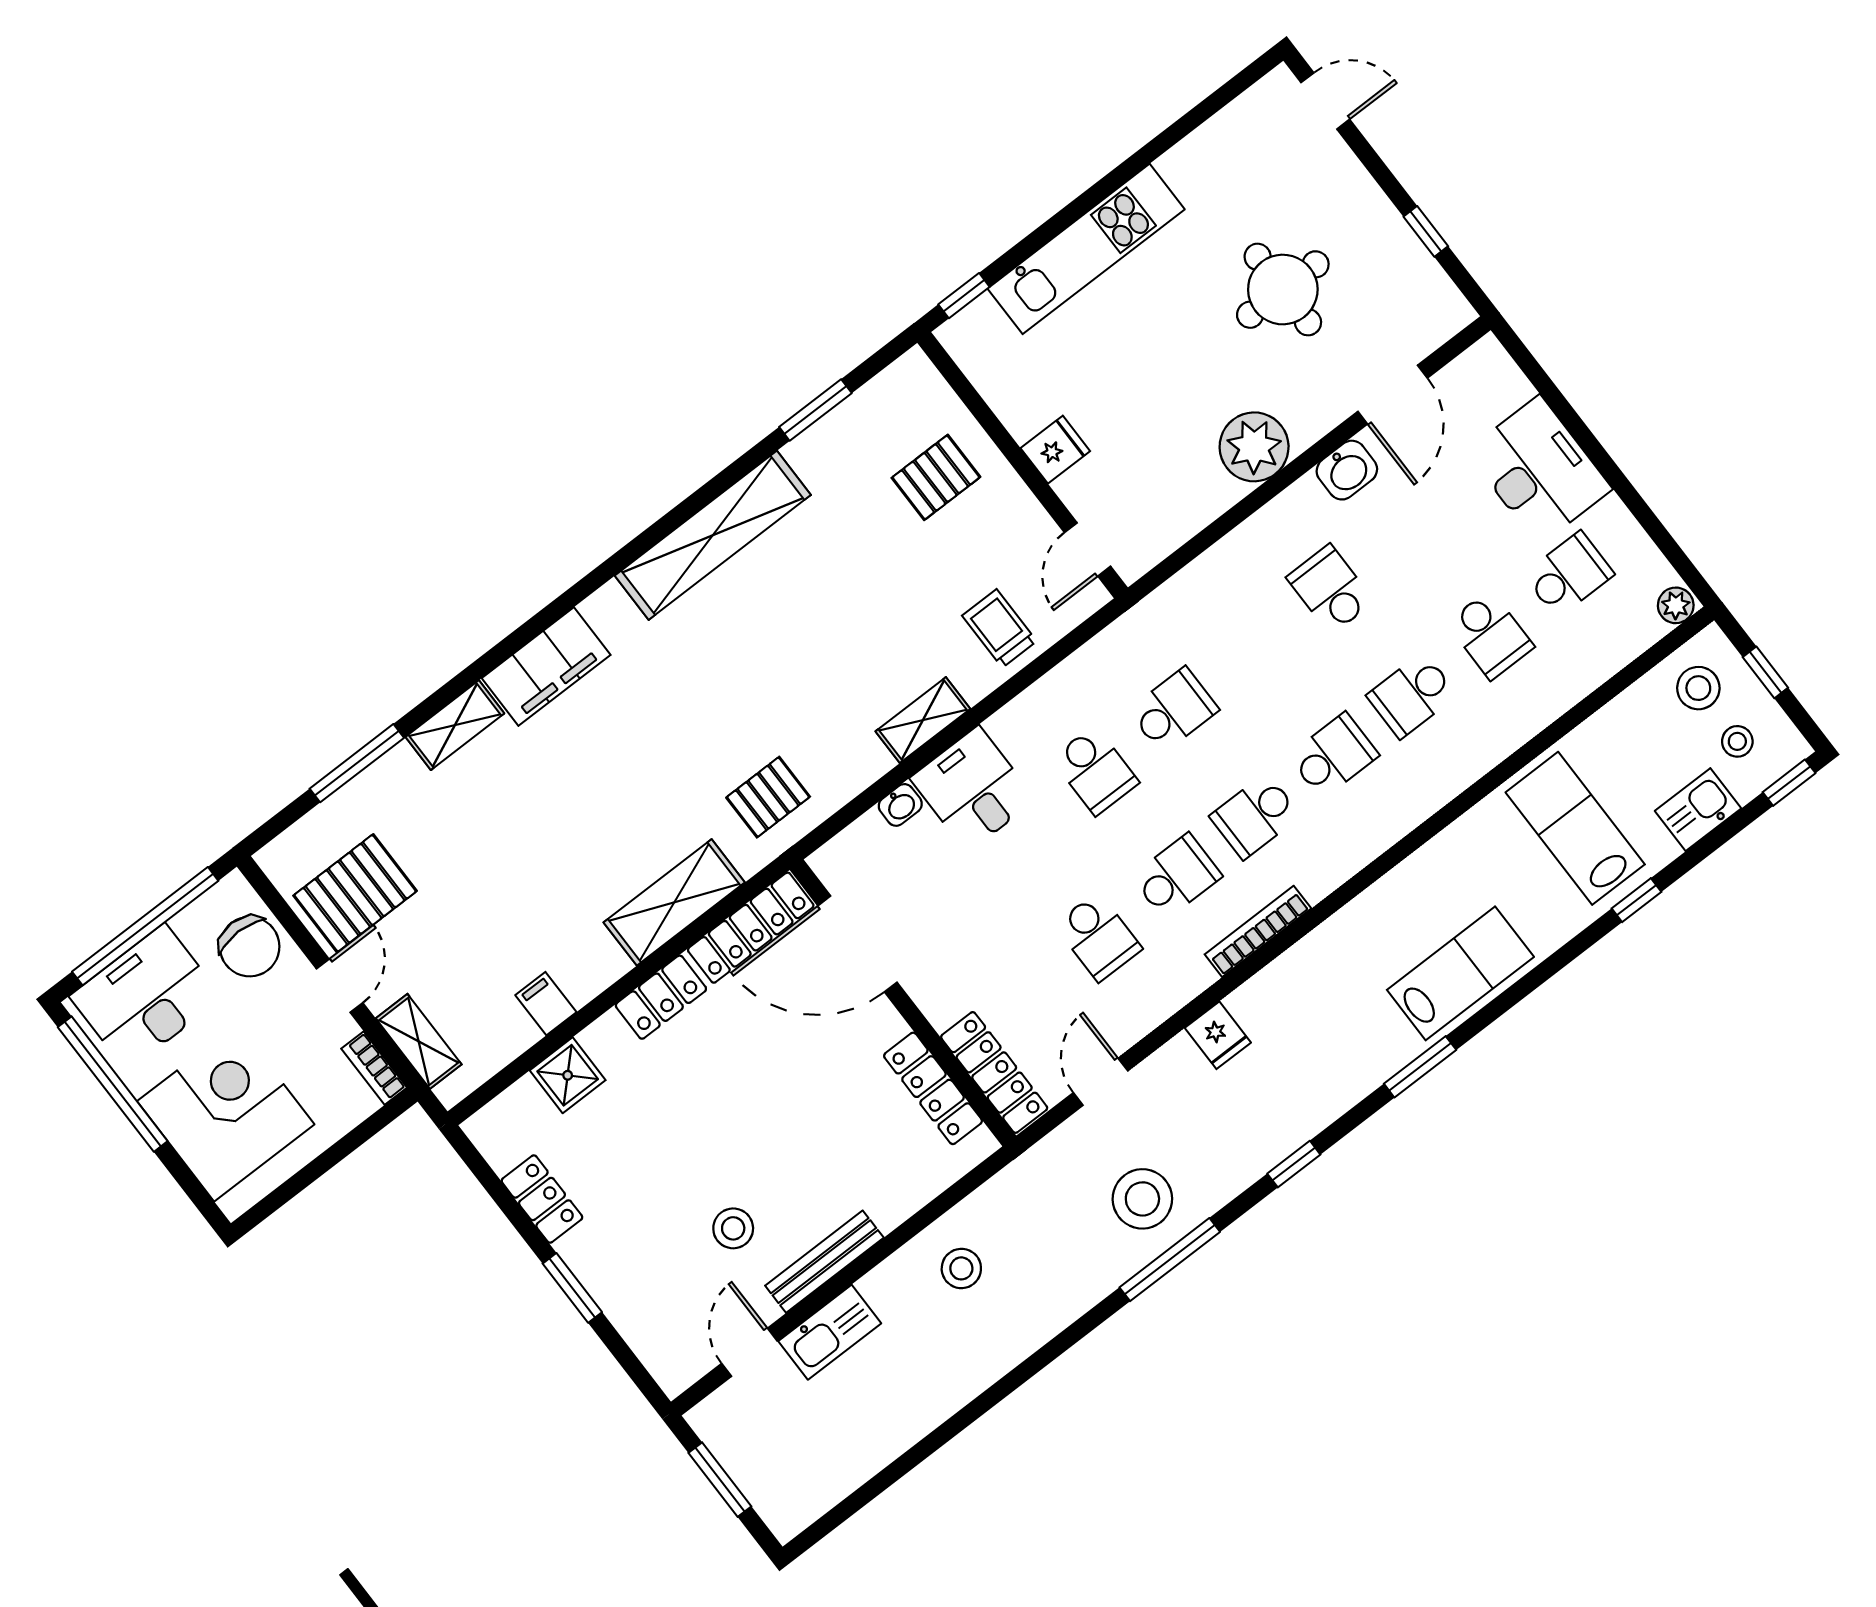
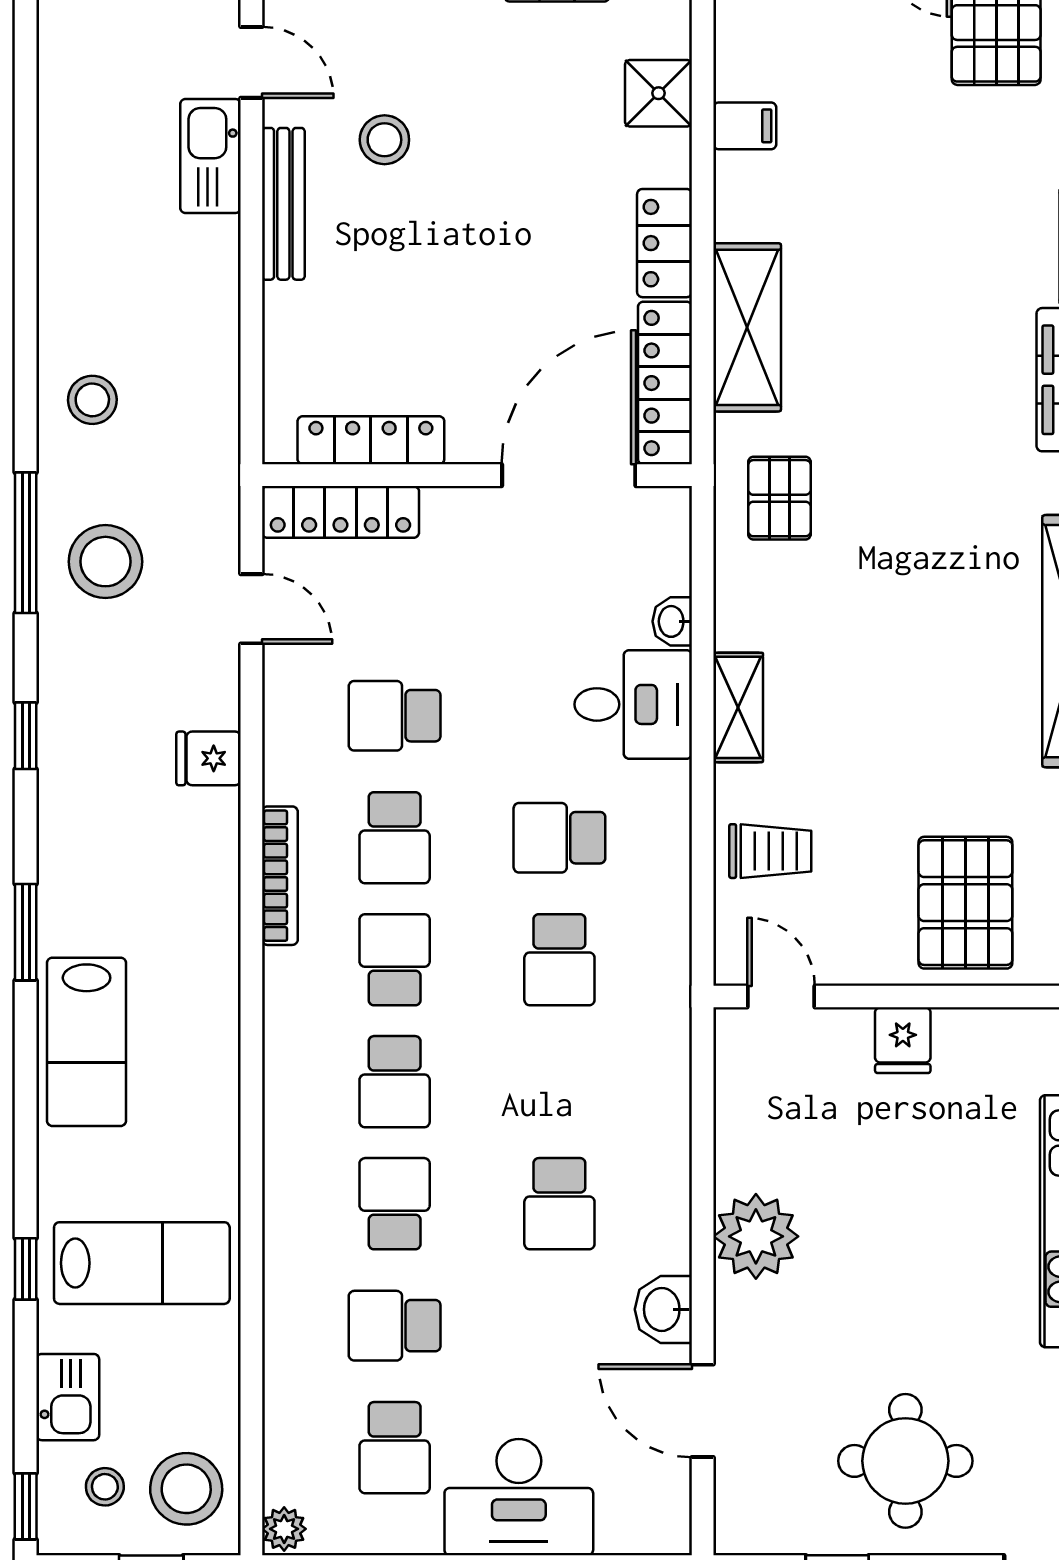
round table: (1283, 290) -> (905, 1461), moved
pallet: (936, 477) -> (965, 903), width x1.50, depth x1.42
school desk: (1330, 589) -> (559, 1204), turned 90
stool: (1698, 688) -> (186, 1489), width x1.38, depth x1.38
stool: (961, 1268) -> (92, 400), moved

